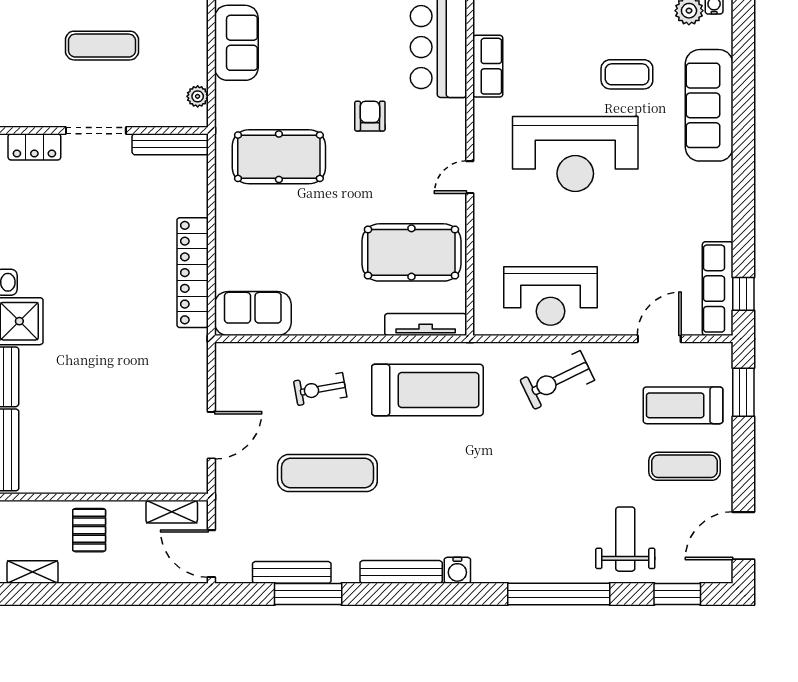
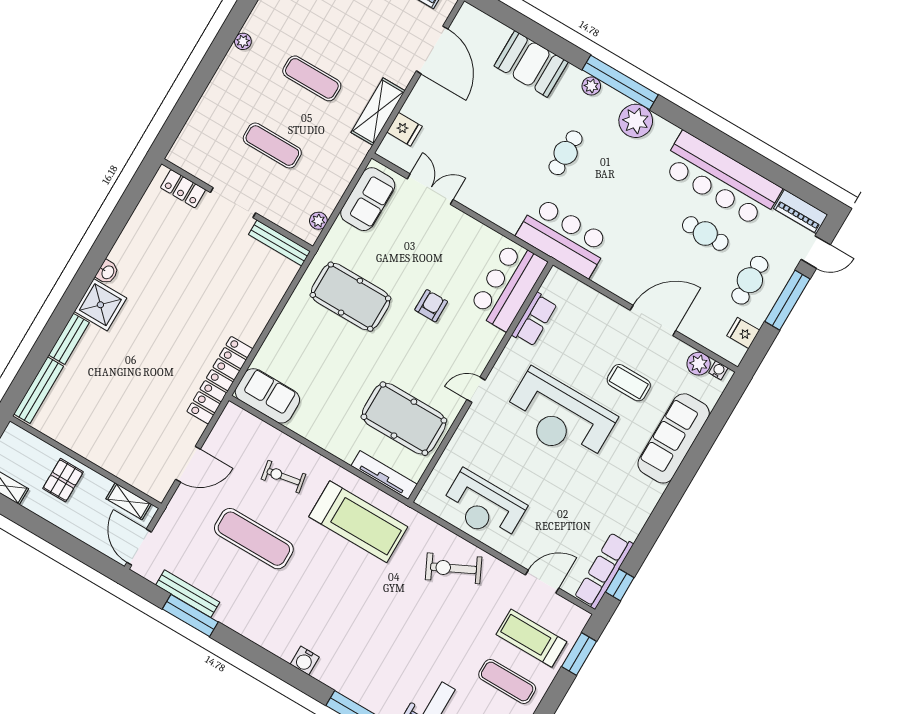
locker: (193, 273) -> (220, 380), moved
bench: (401, 572) -> (265, 638), removed

